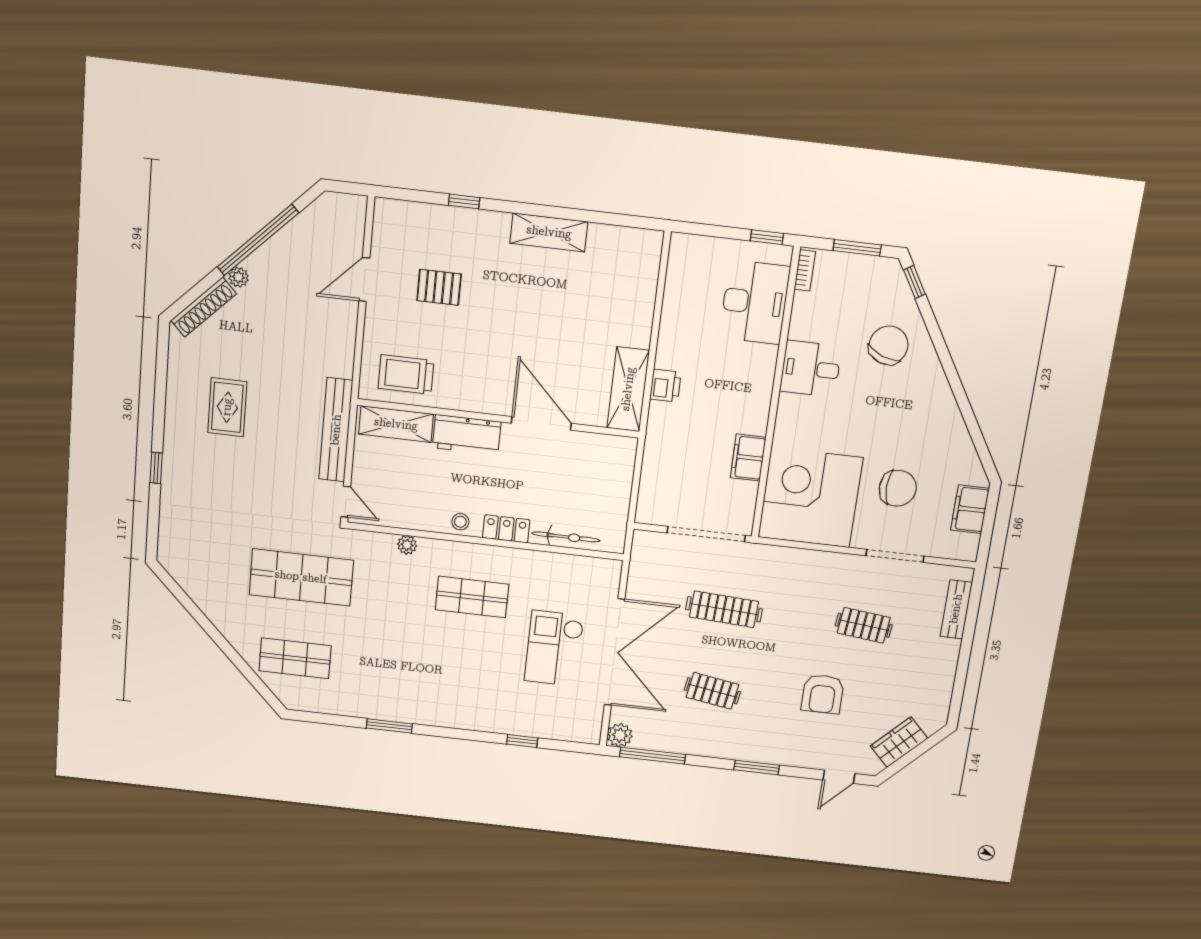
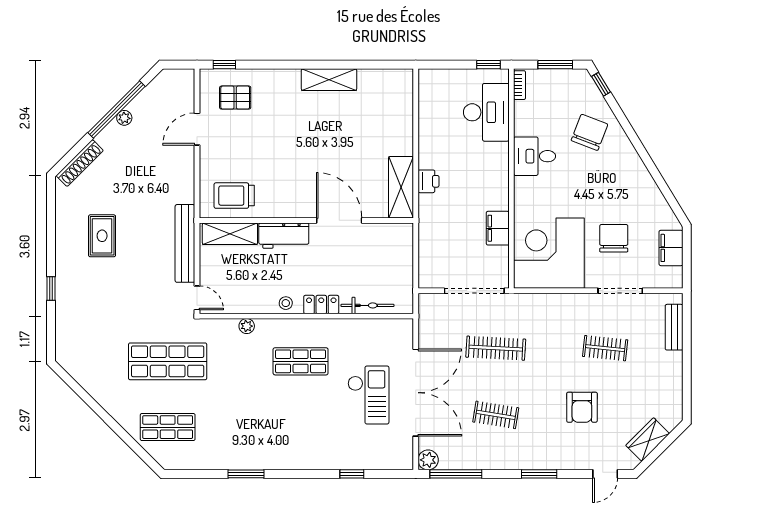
window: (464, 201) -> (224, 65), moved
plant: (238, 277) -> (124, 118), moved
pallet: (439, 287) -> (235, 98), moved
chair: (898, 488) -> (614, 238), turned -90
checkout: (554, 648) -> (368, 395), turned 180

